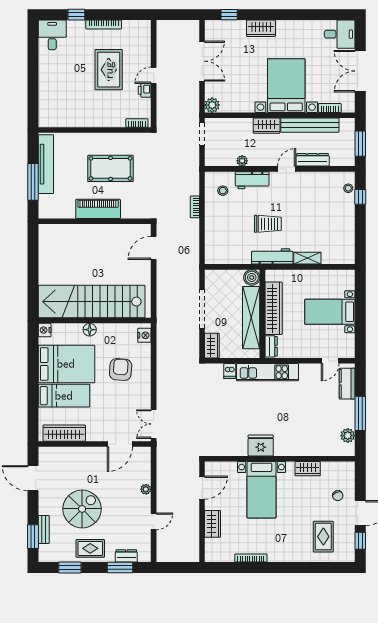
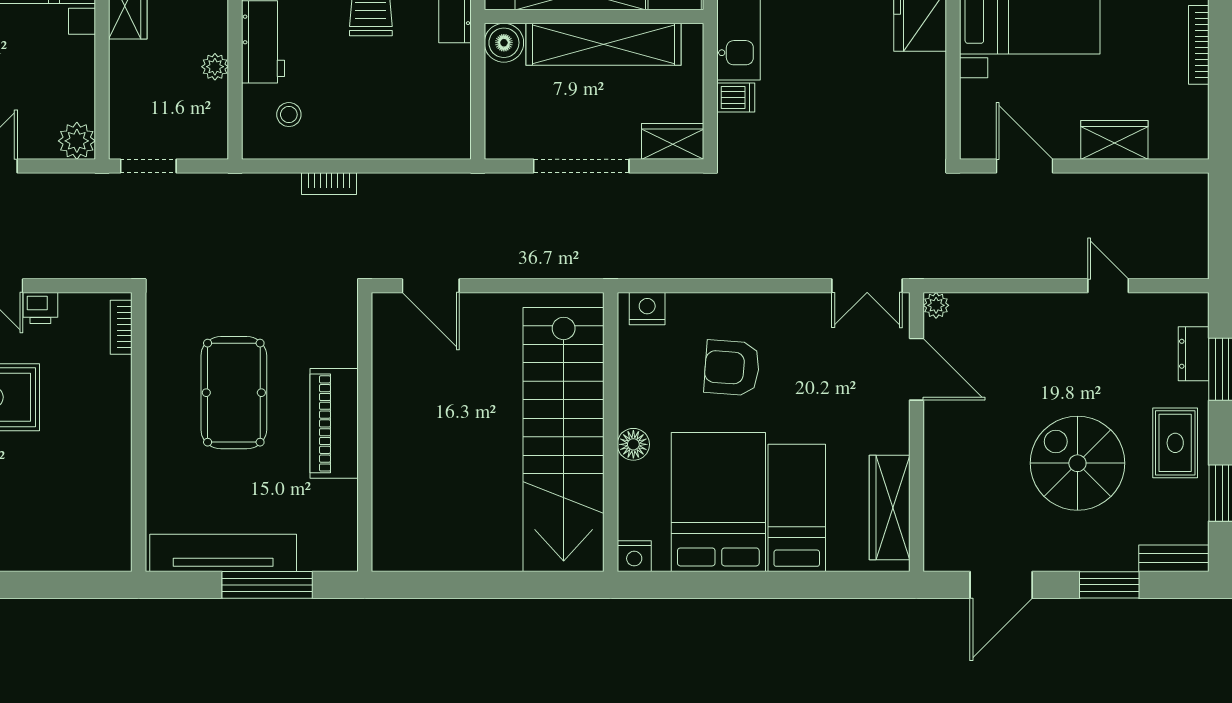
plant: (146, 489) -> (936, 305), moved
bench: (44, 529) -> (1174, 558), moved
window: (33, 537) -> (1109, 585), moved

